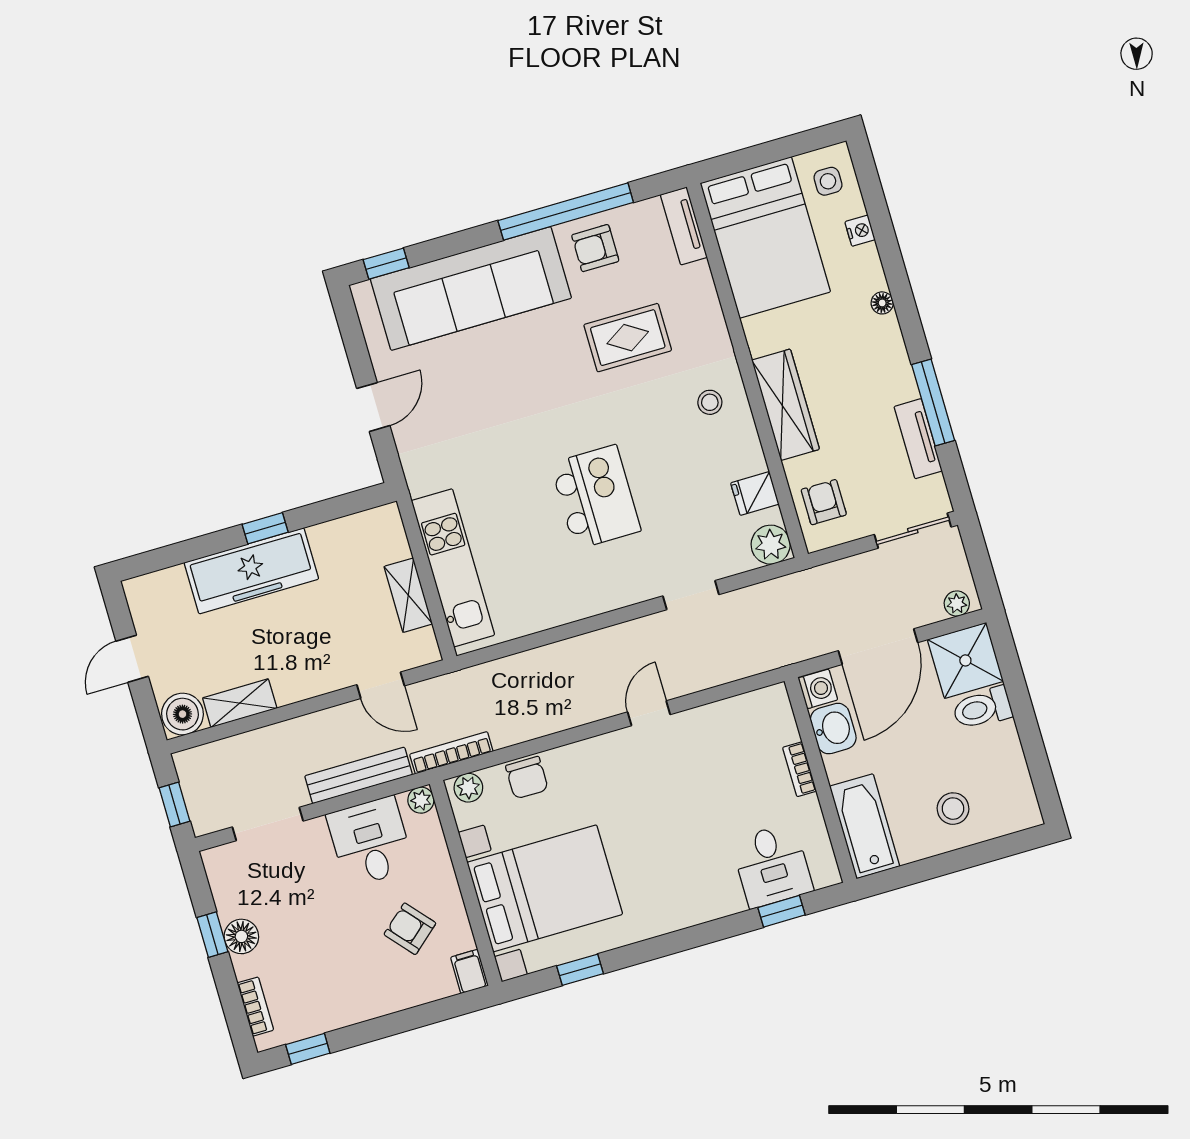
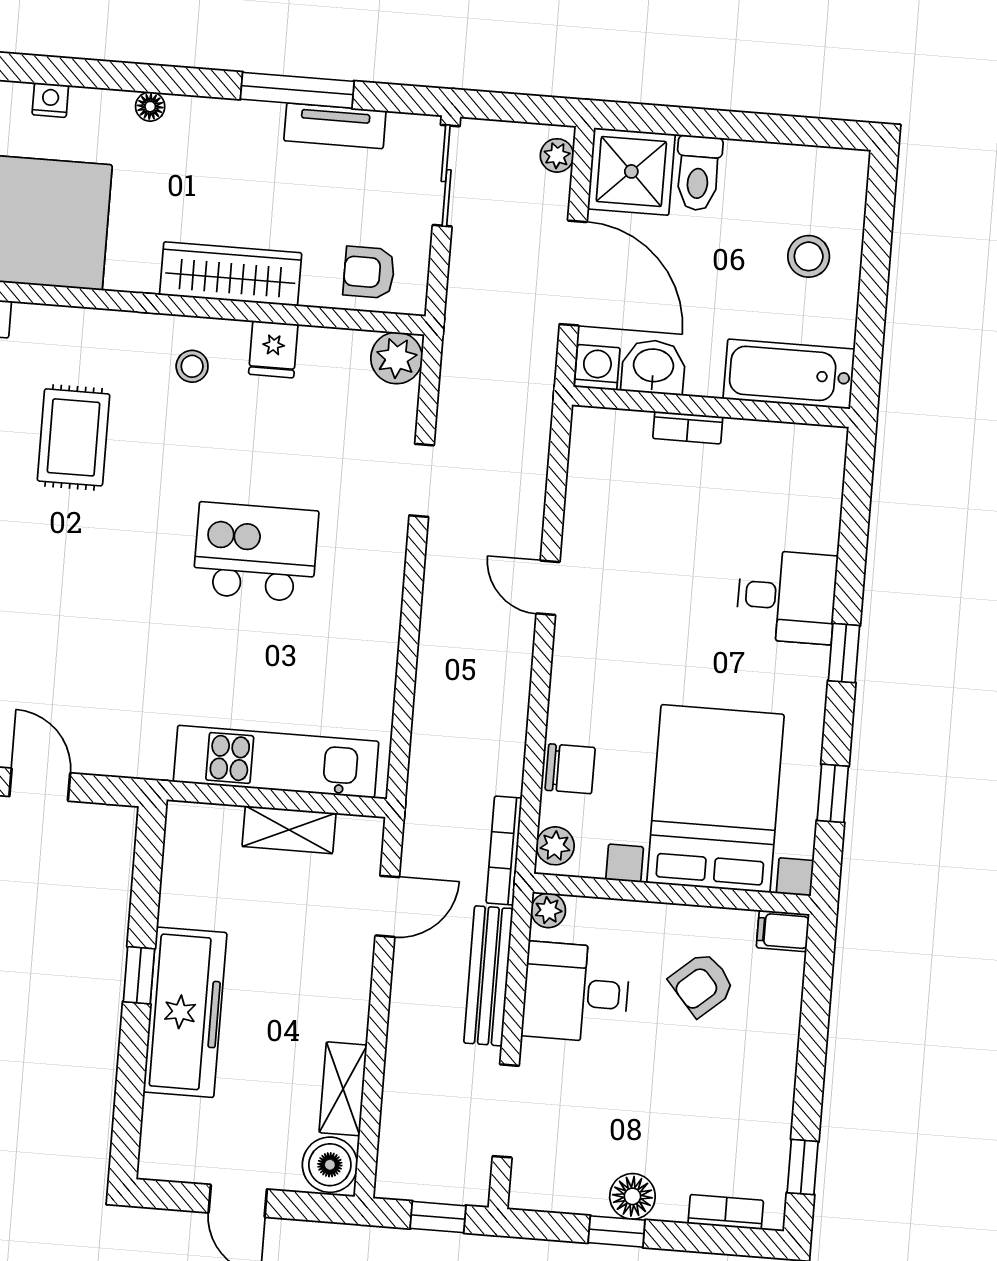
fridge: (755, 494) -> (273, 349), moved
desk: (772, 865) -> (787, 597), moved
window: (782, 911) -> (844, 653), moved

